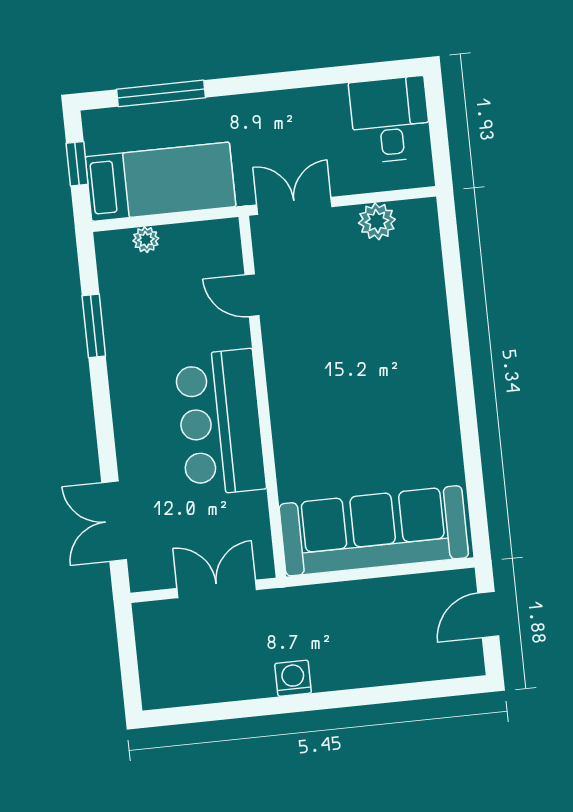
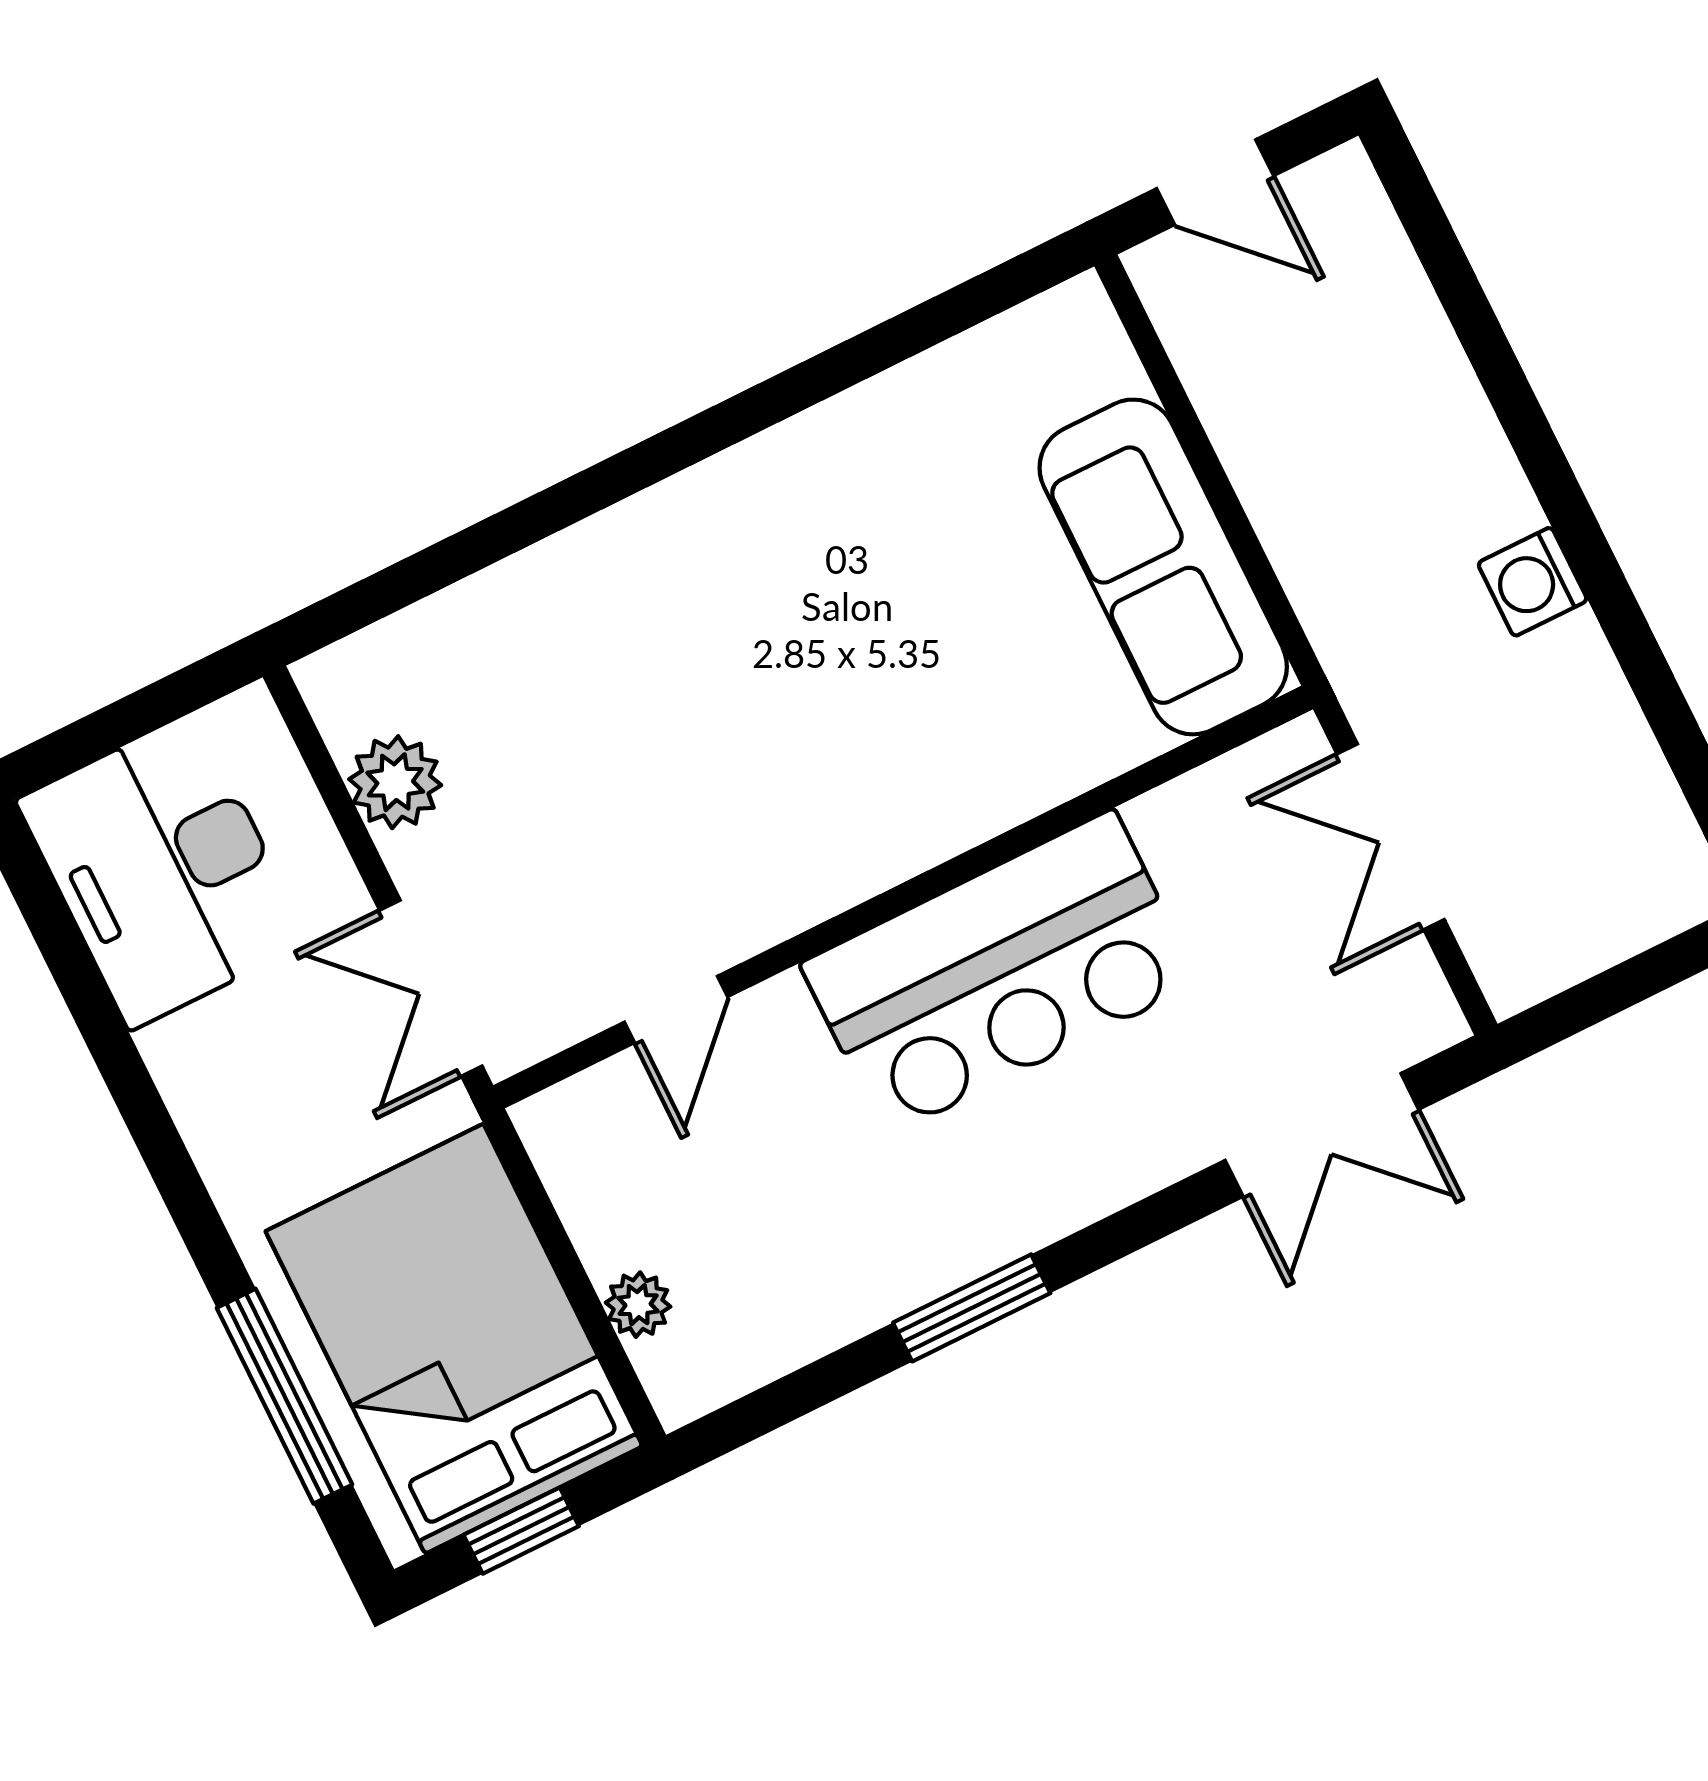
desk: (390, 120) -> (163, 871), width x1.37
bed: (161, 182) -> (454, 1339), width x1.50
window: (94, 326) -> (972, 1308), moved
sofa: (374, 531) -> (1163, 567), width x0.74, depth x0.79

